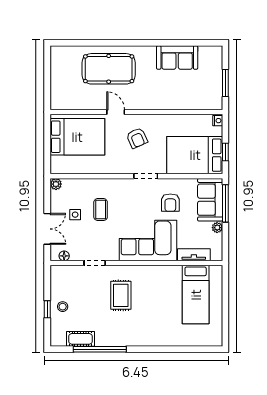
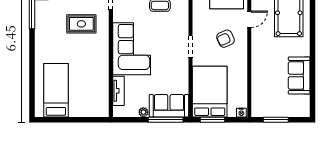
window: (225, 152) -> (213, 120), width x1.50
armchair: (170, 203) -> (166, 69), removed
bed: (196, 295) -> (56, 90), moved, turned 90

